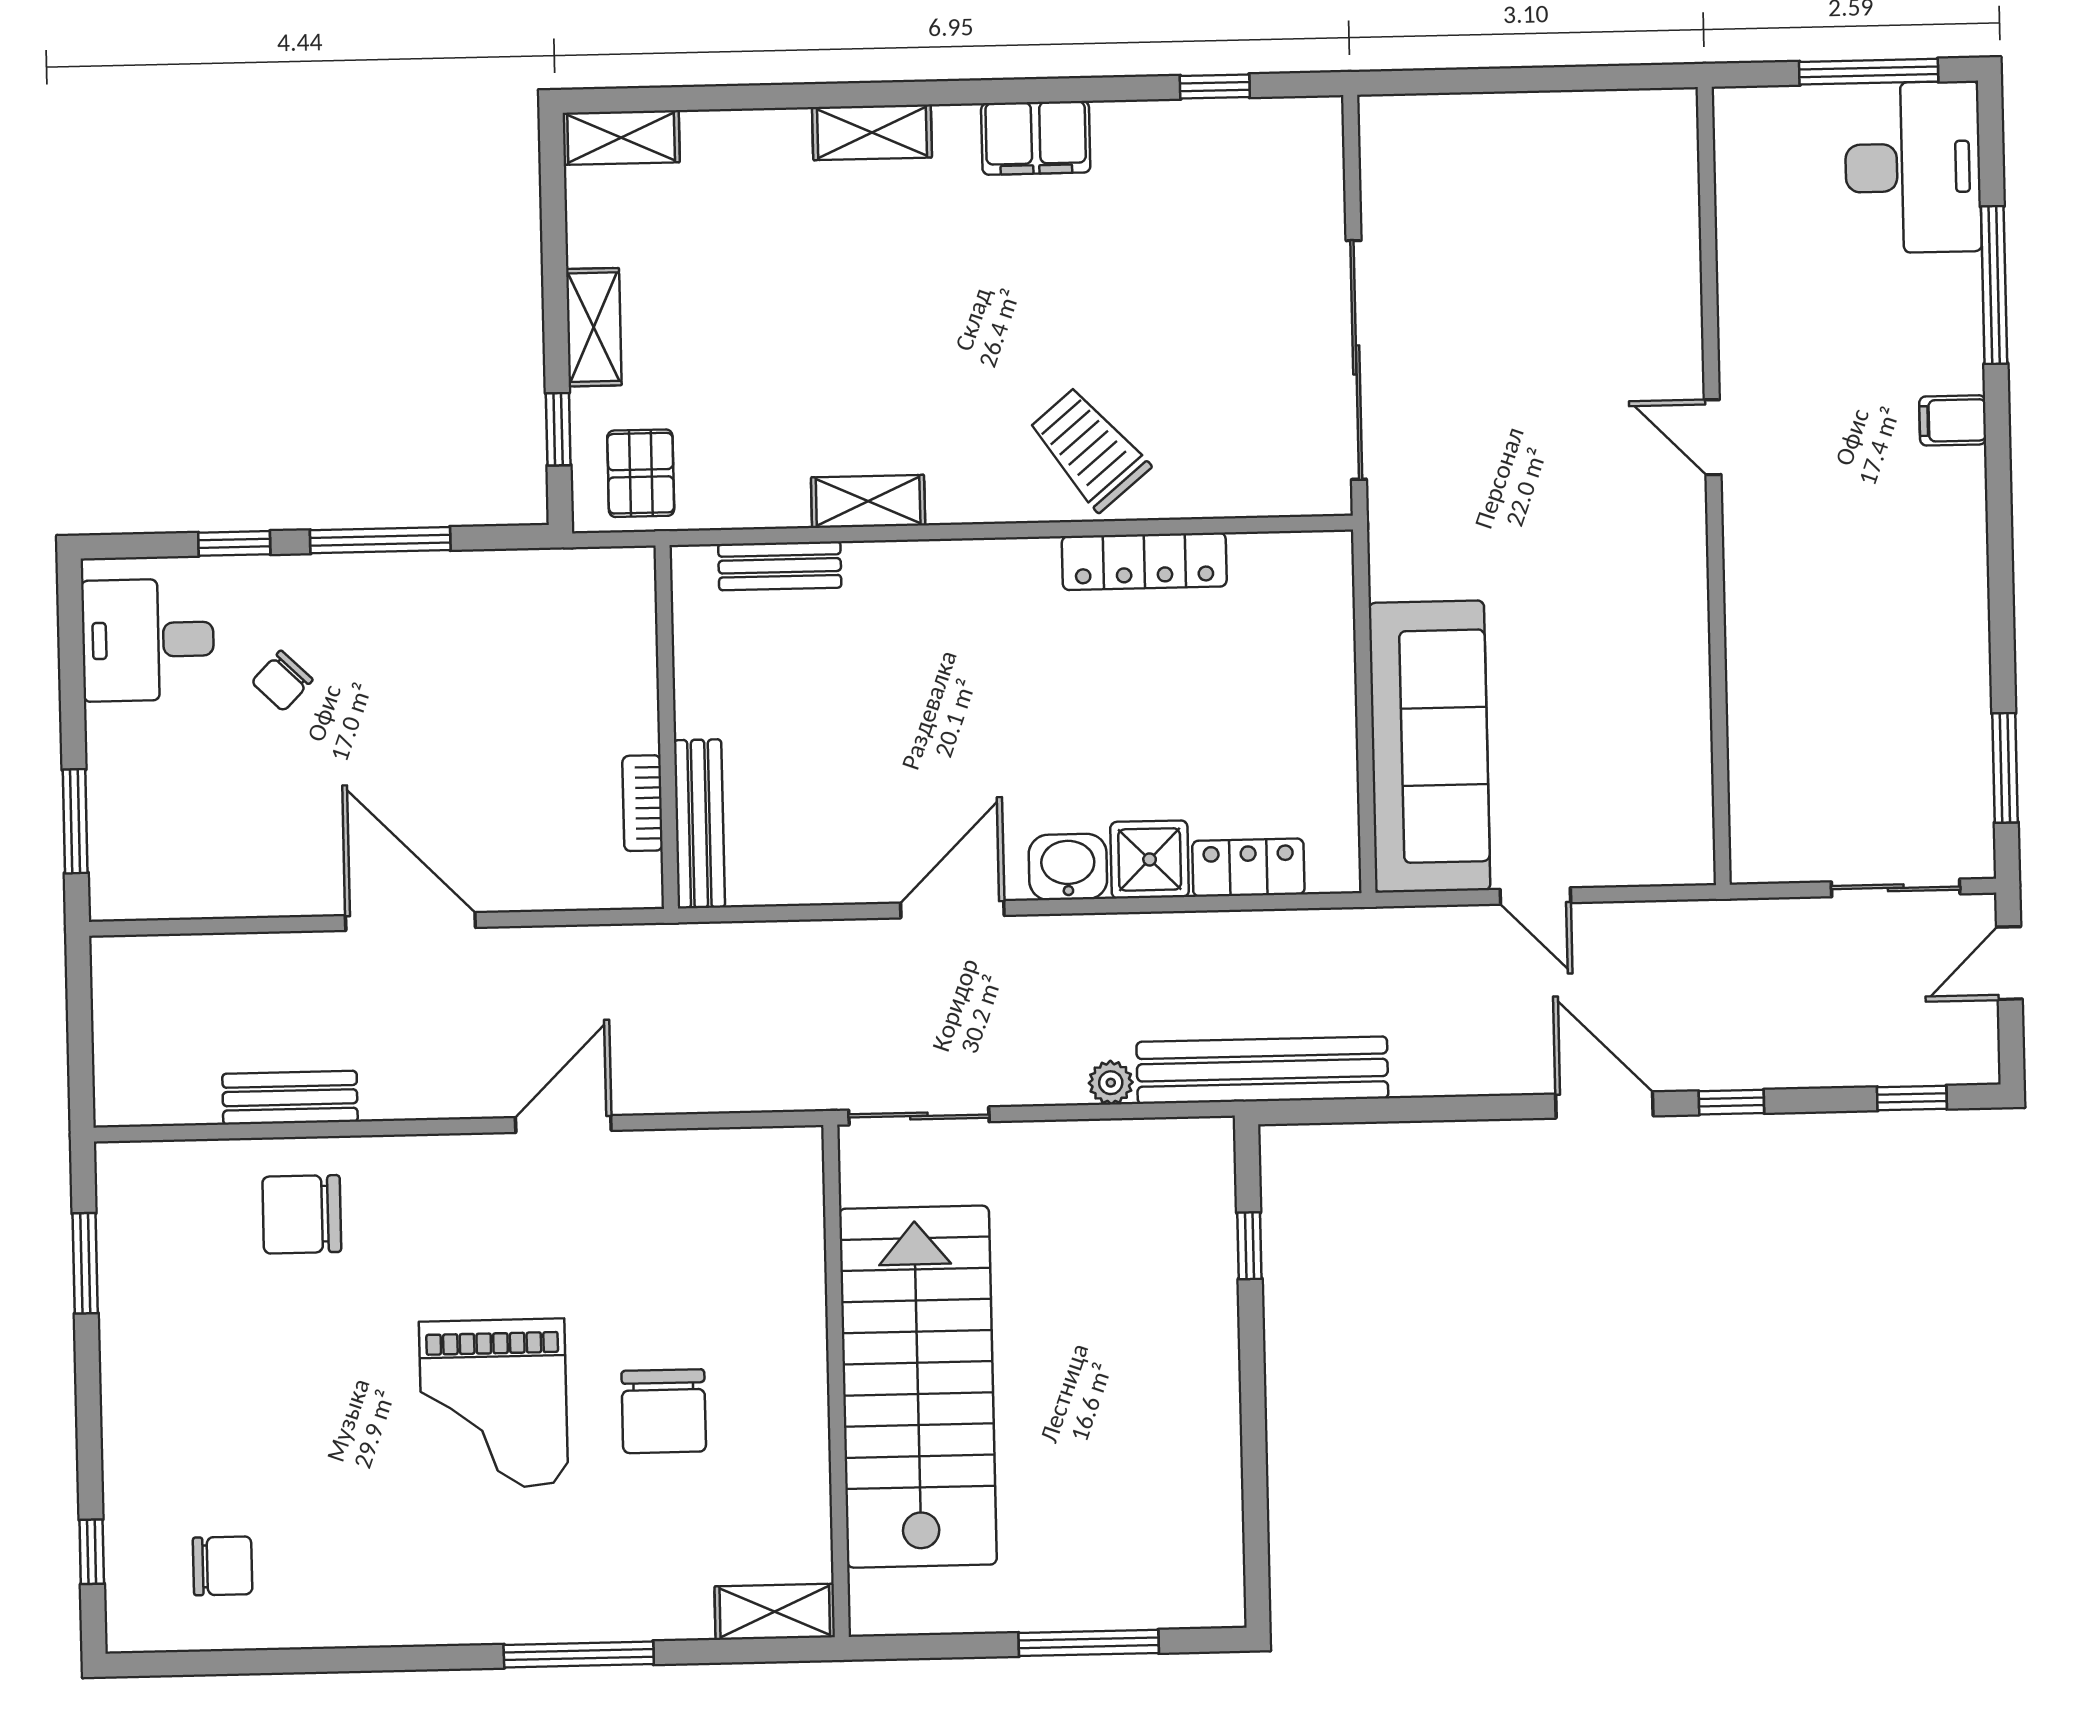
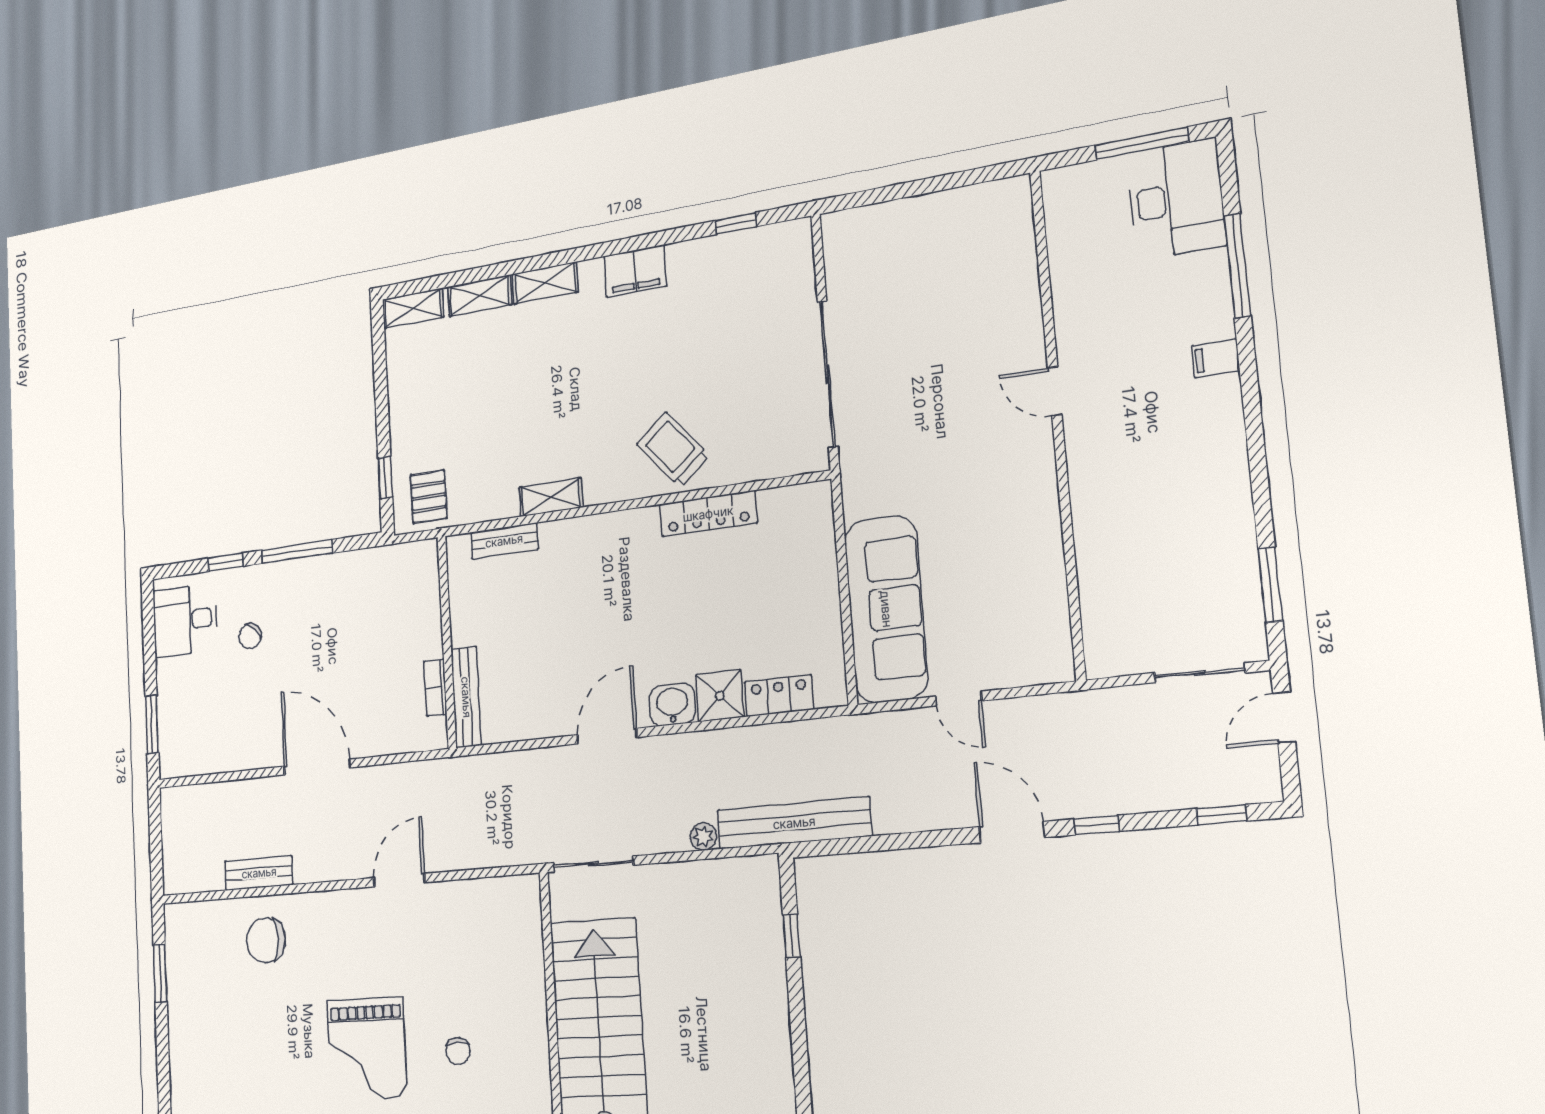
shelving: (594, 327) -> (480, 296), moved, turned 90
chair: (664, 1411) -> (458, 1051), width x0.54, depth x0.54

